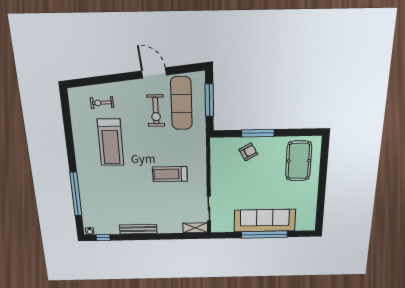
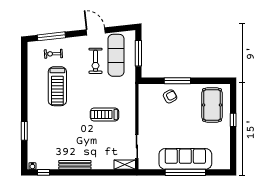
window: (97, 80) -> (51, 36), added
window: (323, 177) -> (233, 120), added
window: (76, 194) -> (24, 131), width x0.47

